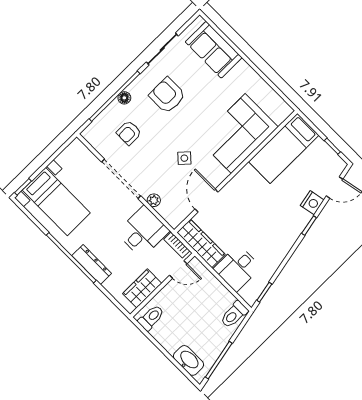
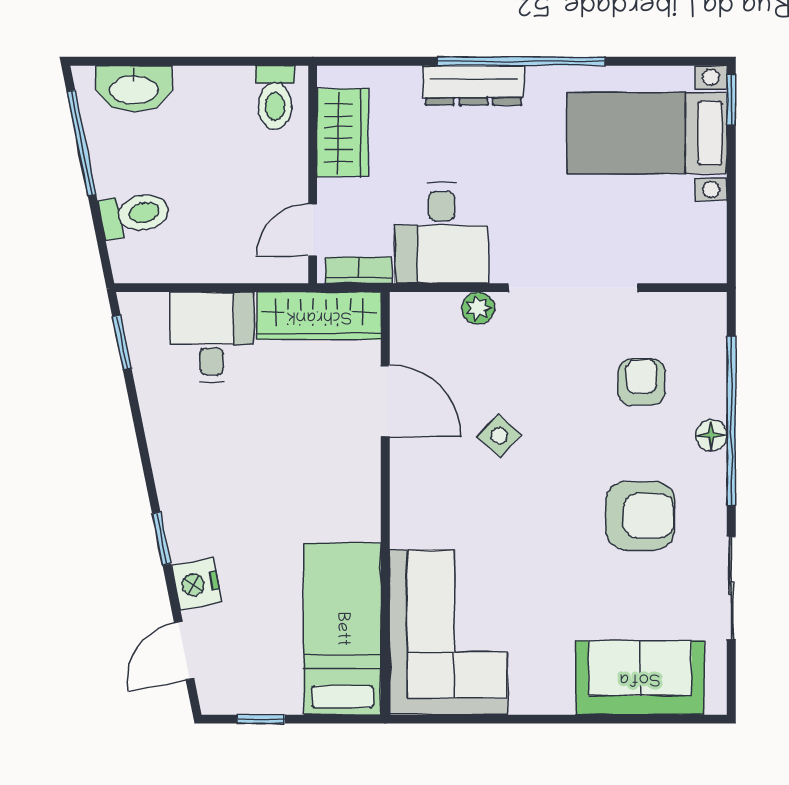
corner sofa: (238, 133) -> (448, 632), moved
toilet: (234, 315) -> (135, 214), moved, turned 79

